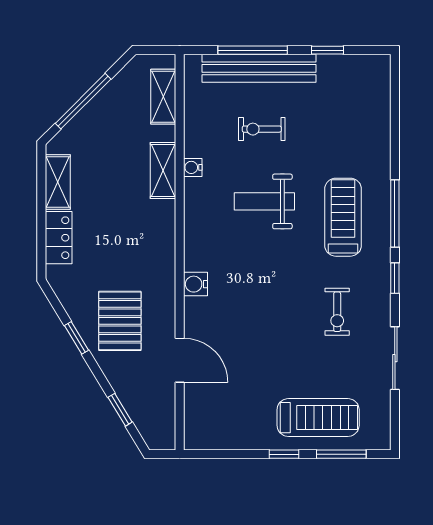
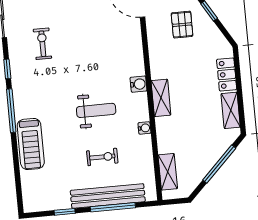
shelving: (163, 170) -> (161, 98), moved
treadmill: (343, 217) -> (31, 144), moved
water cooler: (195, 284) -> (138, 84), moved
pallet: (120, 321) -> (182, 25), width x0.67, depth x0.71

